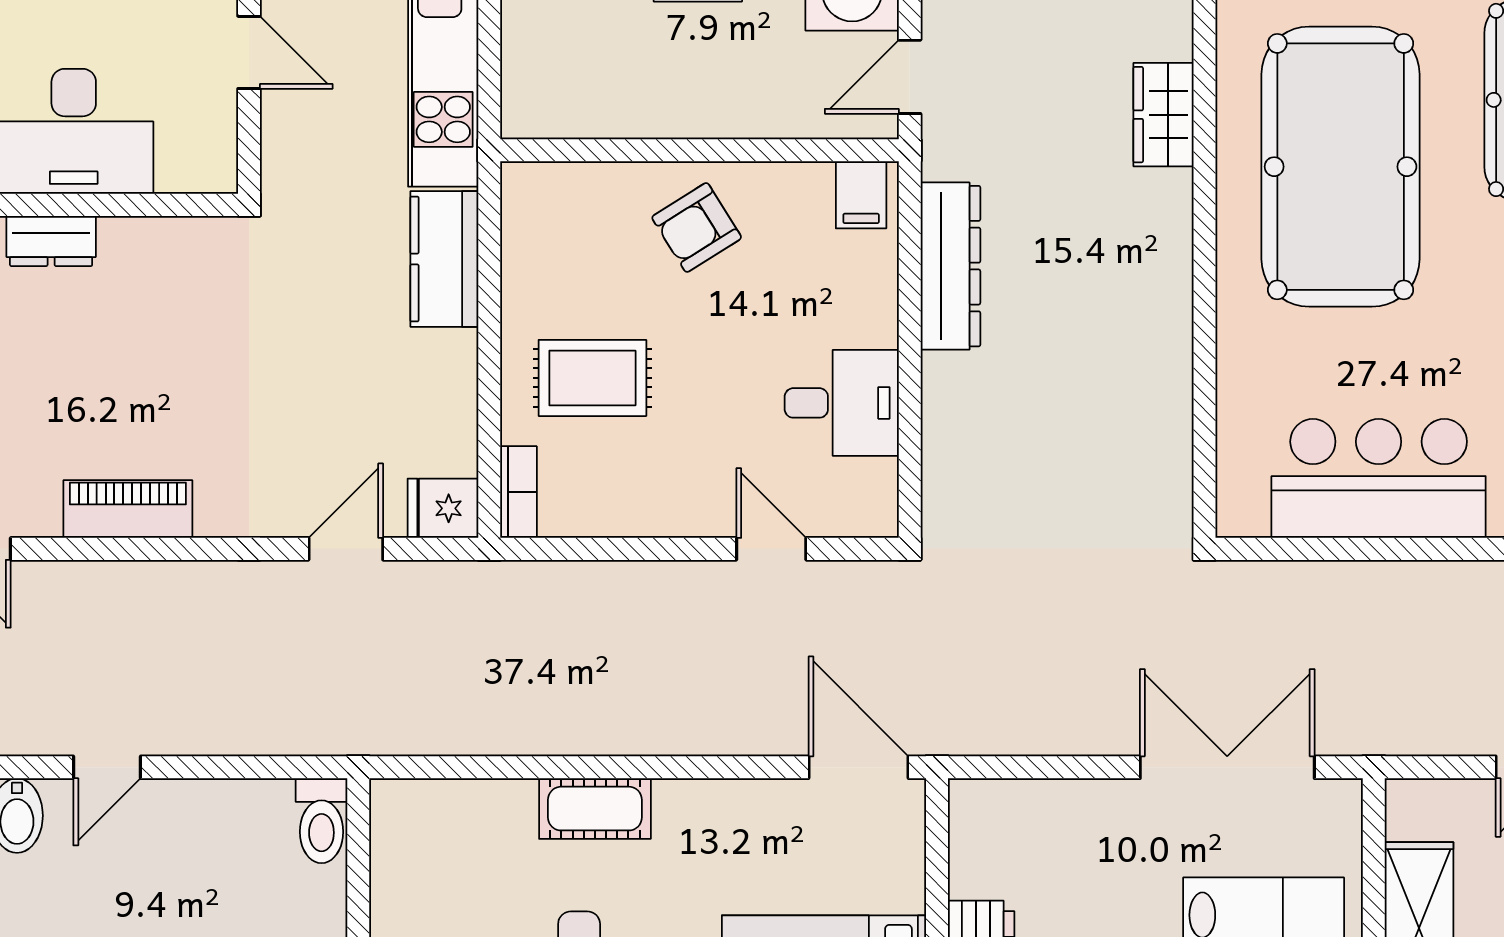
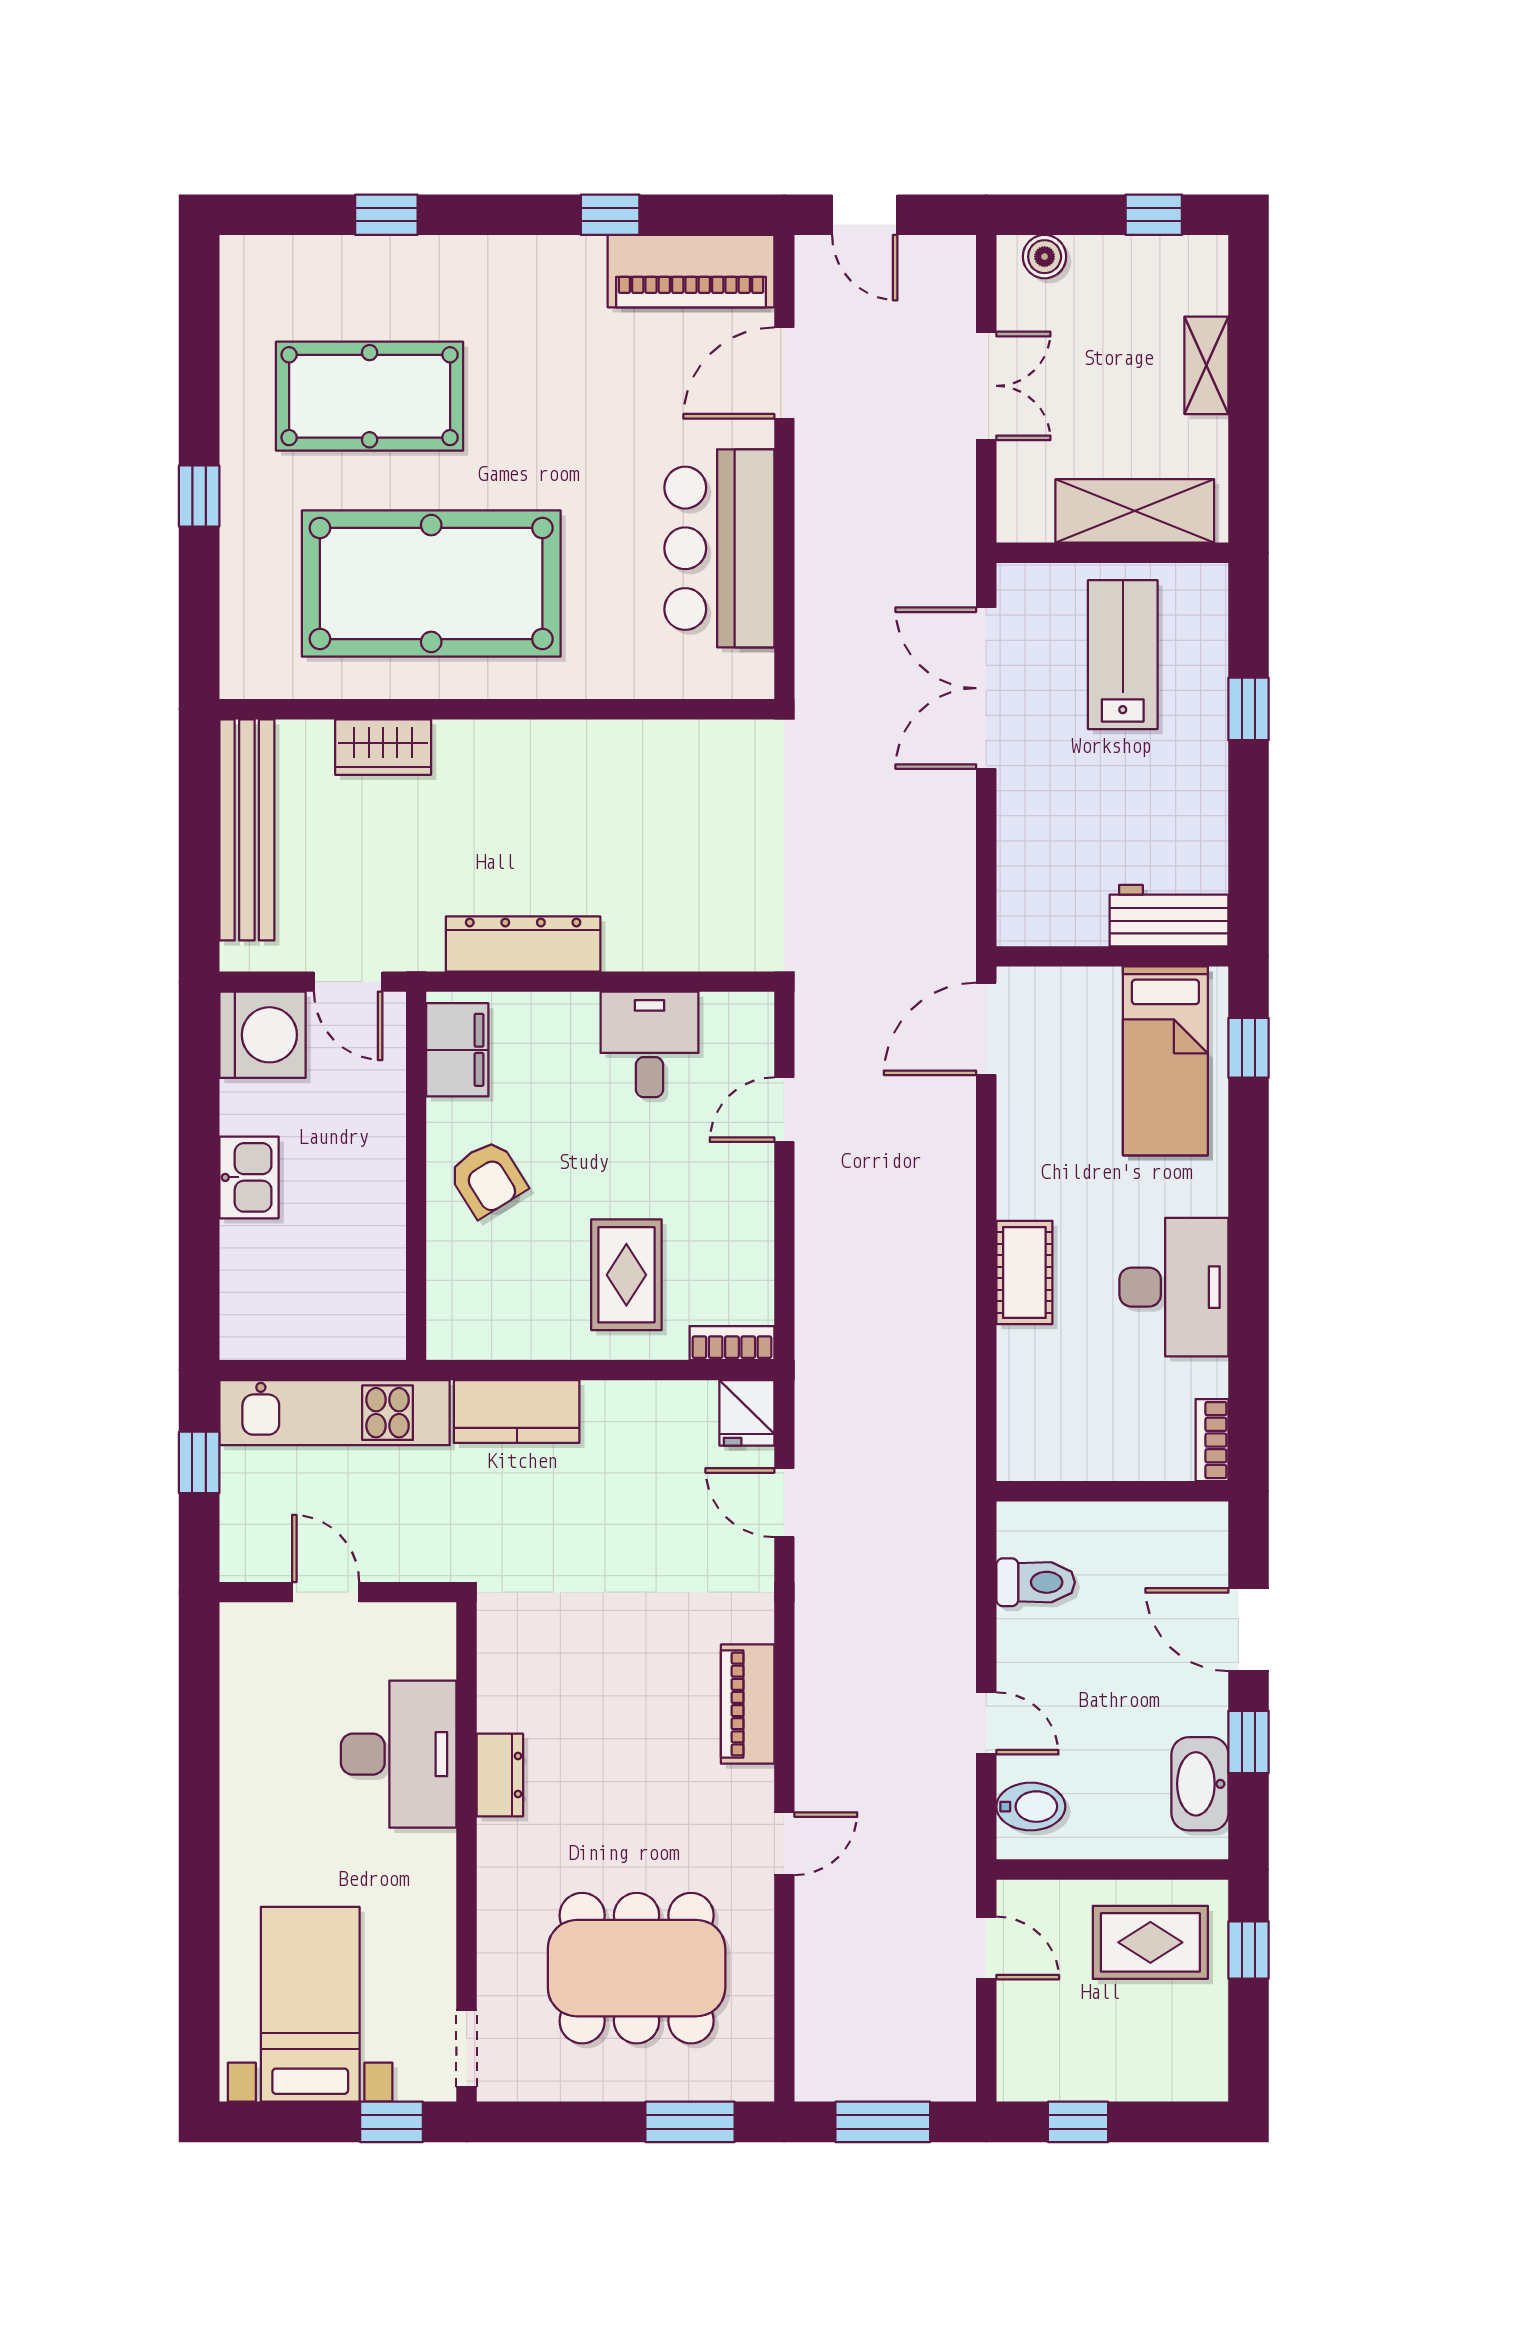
door: (249, 52) -> (326, 1592), hinge flipped
filing cabinet: (861, 195) -> (457, 1050), width x2.00
toilet: (321, 821) -> (1036, 1582), moved

